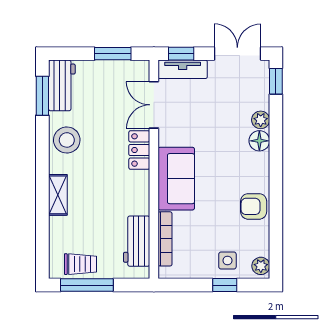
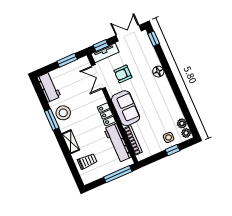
window: (42, 96) -> (52, 120), moved
plant: (261, 120) -> (182, 123), moved
locker: (139, 150) -> (106, 114), moved
armchair: (254, 206) -> (123, 74), moved
workbench: (137, 241) -> (117, 143), width x1.38
trolley: (80, 264) -> (87, 161), moved
window: (87, 285) -> (118, 174), moved

